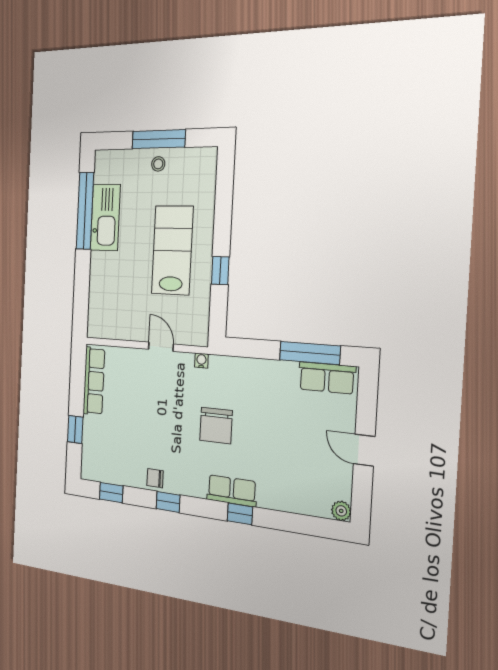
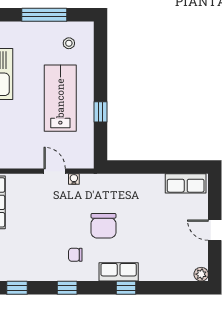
stool: (158, 164) -> (69, 43), moved
window: (310, 353) -> (172, 167), removed
water cooler: (201, 361) -> (74, 179), moved
chair: (155, 478) -> (75, 255), moved

